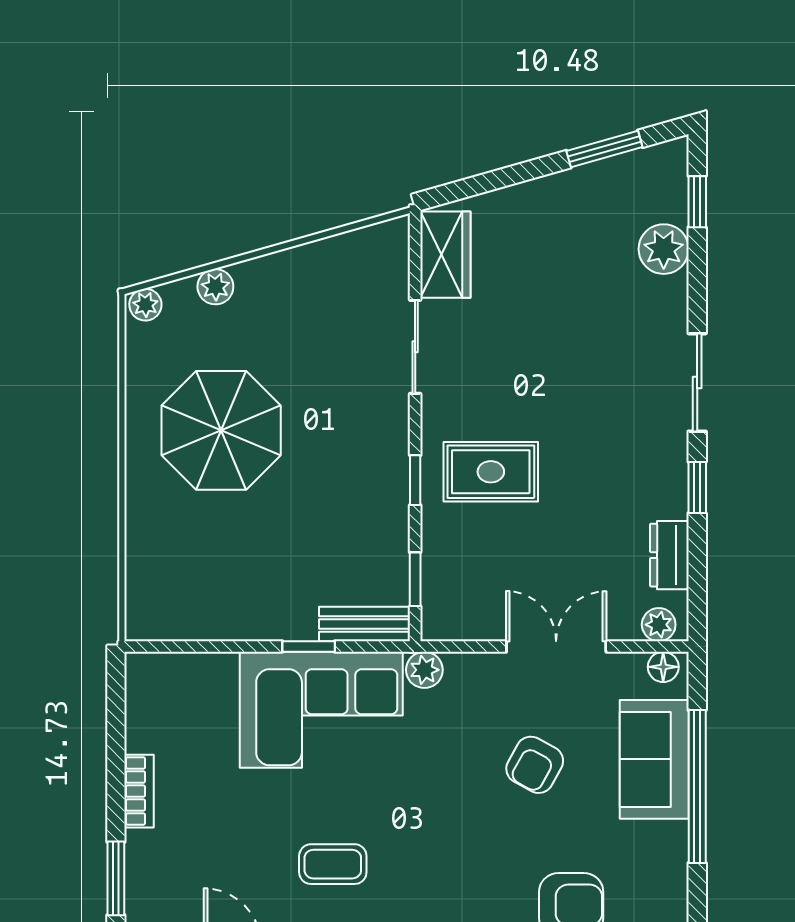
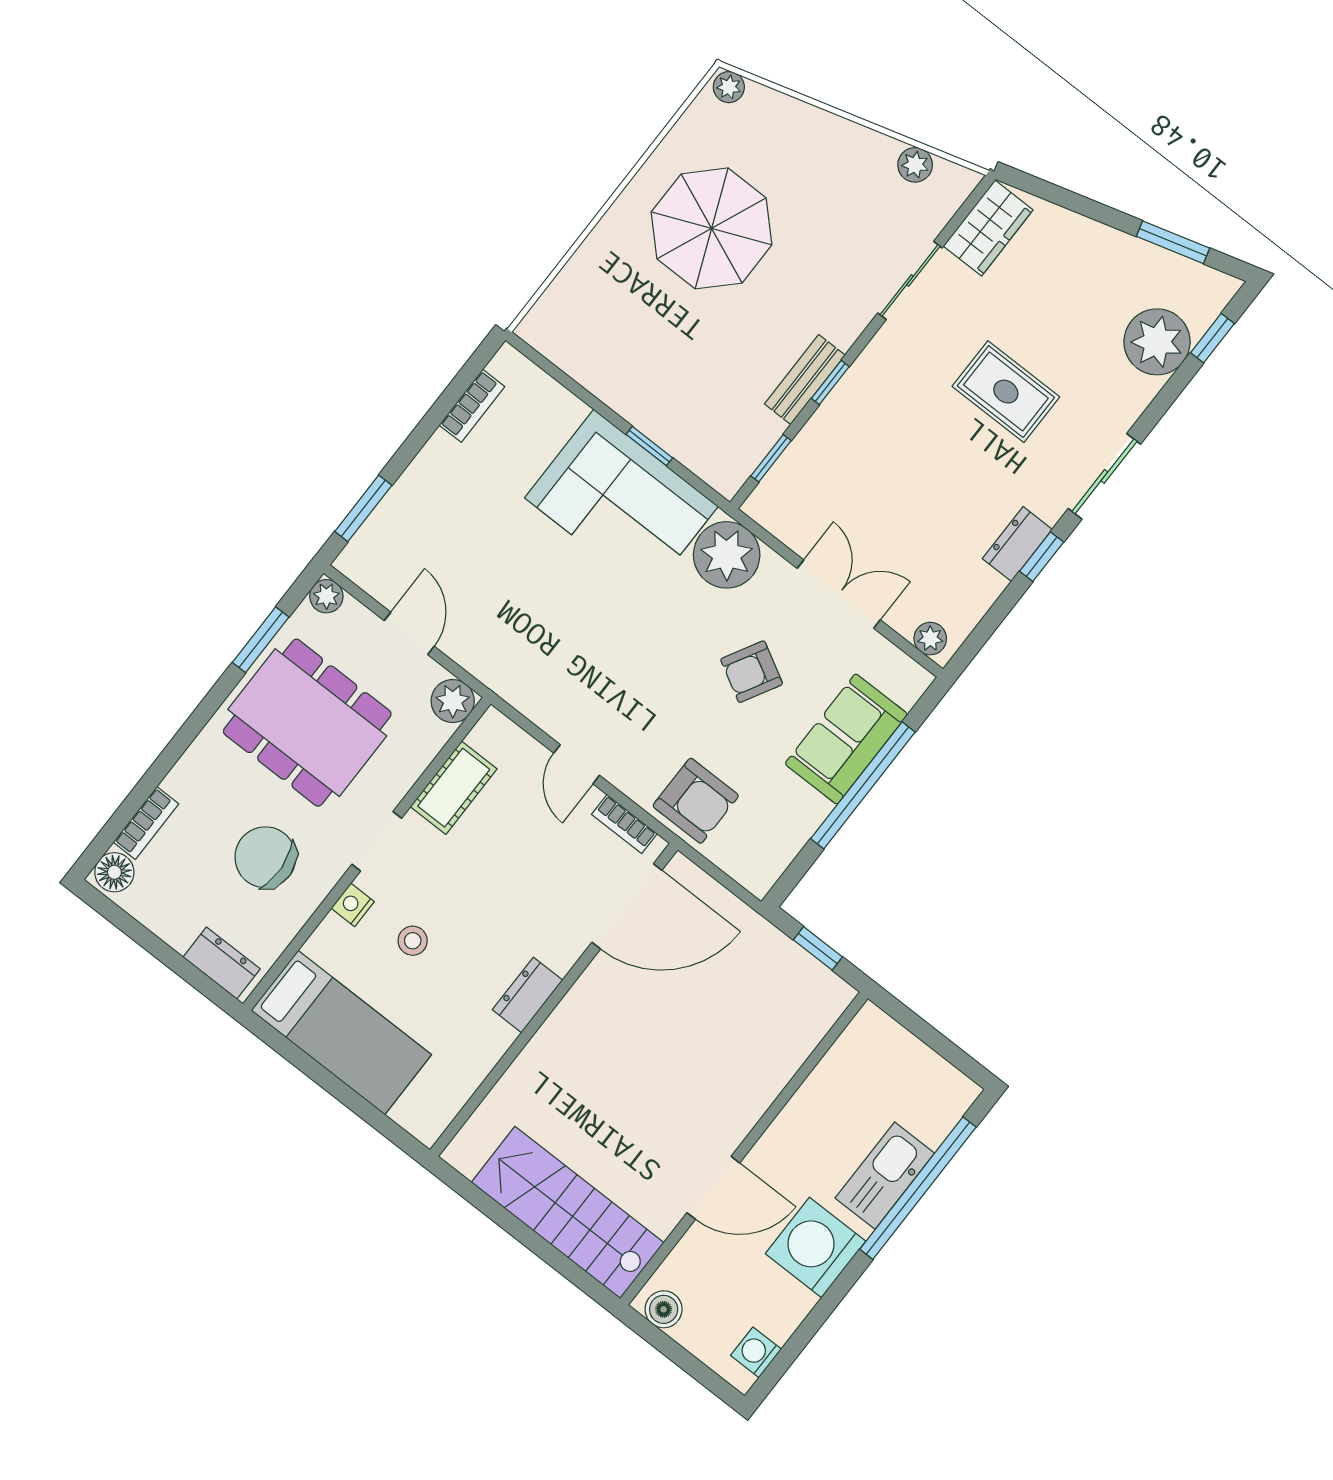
plant: (664, 249) -> (1157, 342), width x1.36, depth x1.36
plant: (215, 287) -> (915, 165), moved
rug: (491, 472) -> (1006, 392), moved
dresser: (669, 555) -> (1017, 544), moved
bench: (364, 624) -> (805, 380), moved, turned 90
floor lamp: (663, 667) -> (908, 674), removed
plant: (424, 670) -> (727, 555), width x1.88, depth x1.88
bookcase: (139, 791) -> (472, 406), moved
coffee table: (333, 864) -> (538, 627), removed

